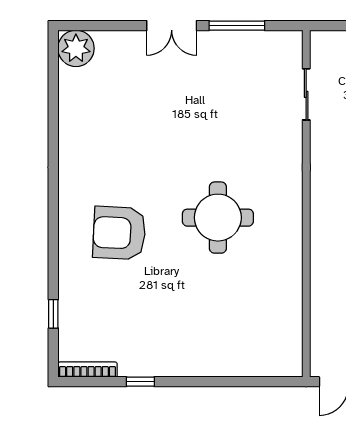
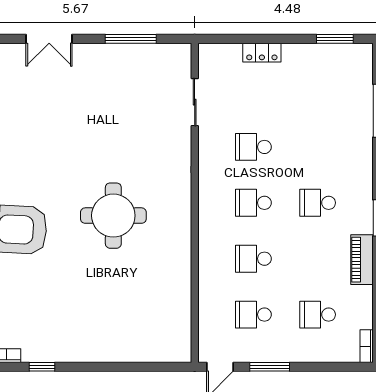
double door: (172, 26) -> (49, 39), moved

